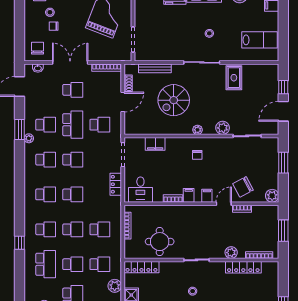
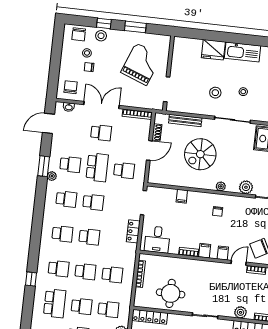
stool: (182, 37) -> (215, 93), added
filing cabinet: (155, 144) -> (182, 196), width x0.50

